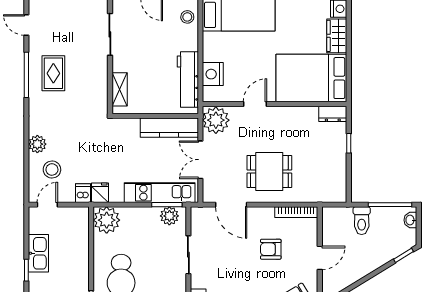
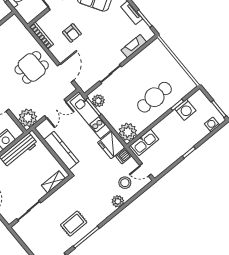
kitchen counter: (169, 128) -> (61, 150), moved
dining table: (269, 172) -> (32, 67), turned 90
fridge: (100, 193) -> (111, 145), width x1.88, depth x1.34
kitchen sink: (38, 253) -> (145, 142), moved, turned 180

